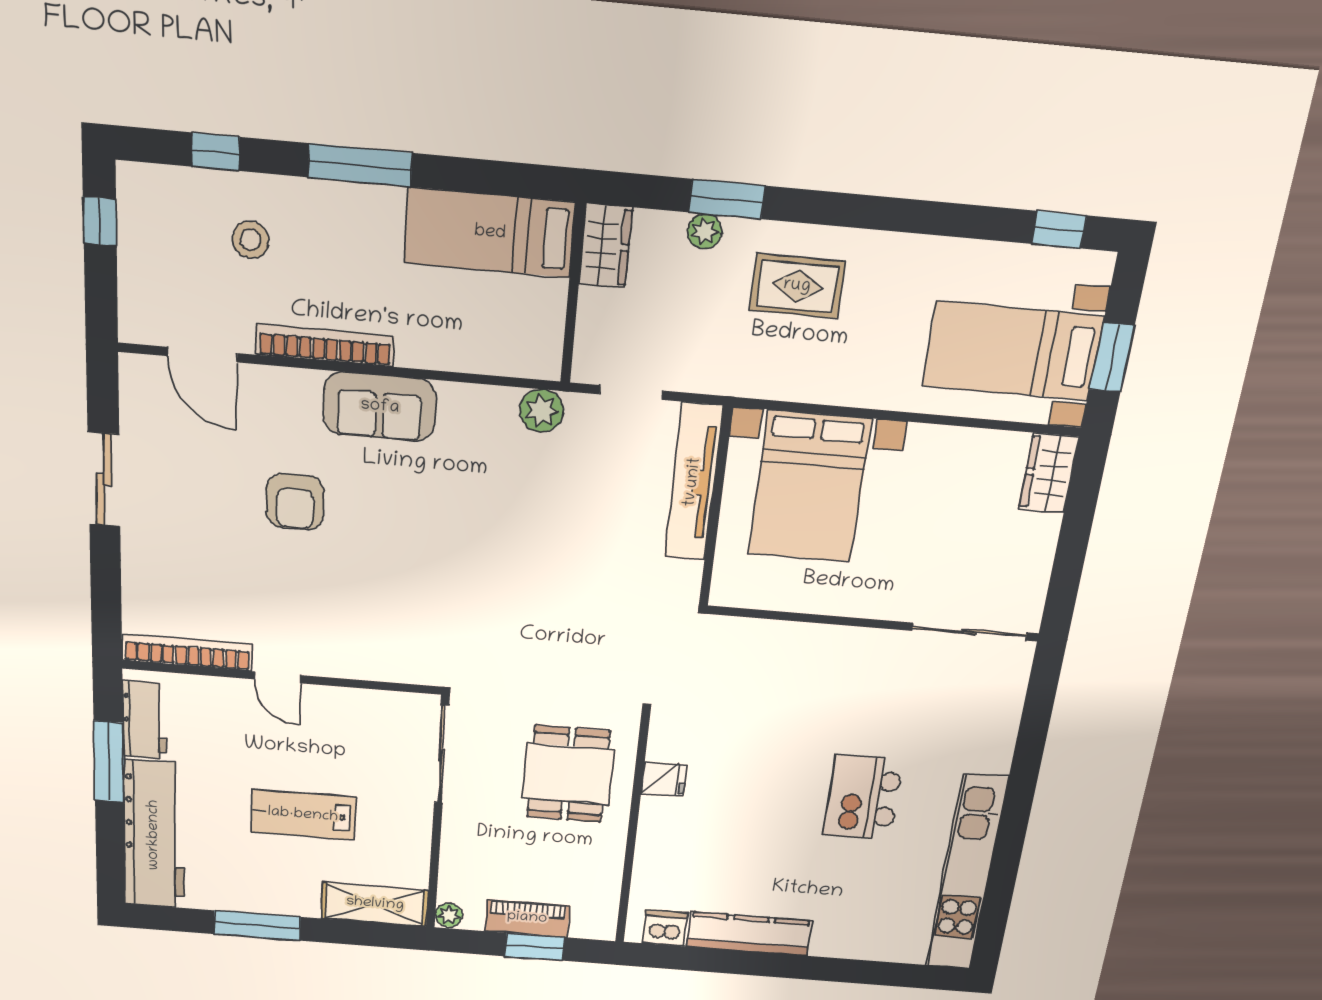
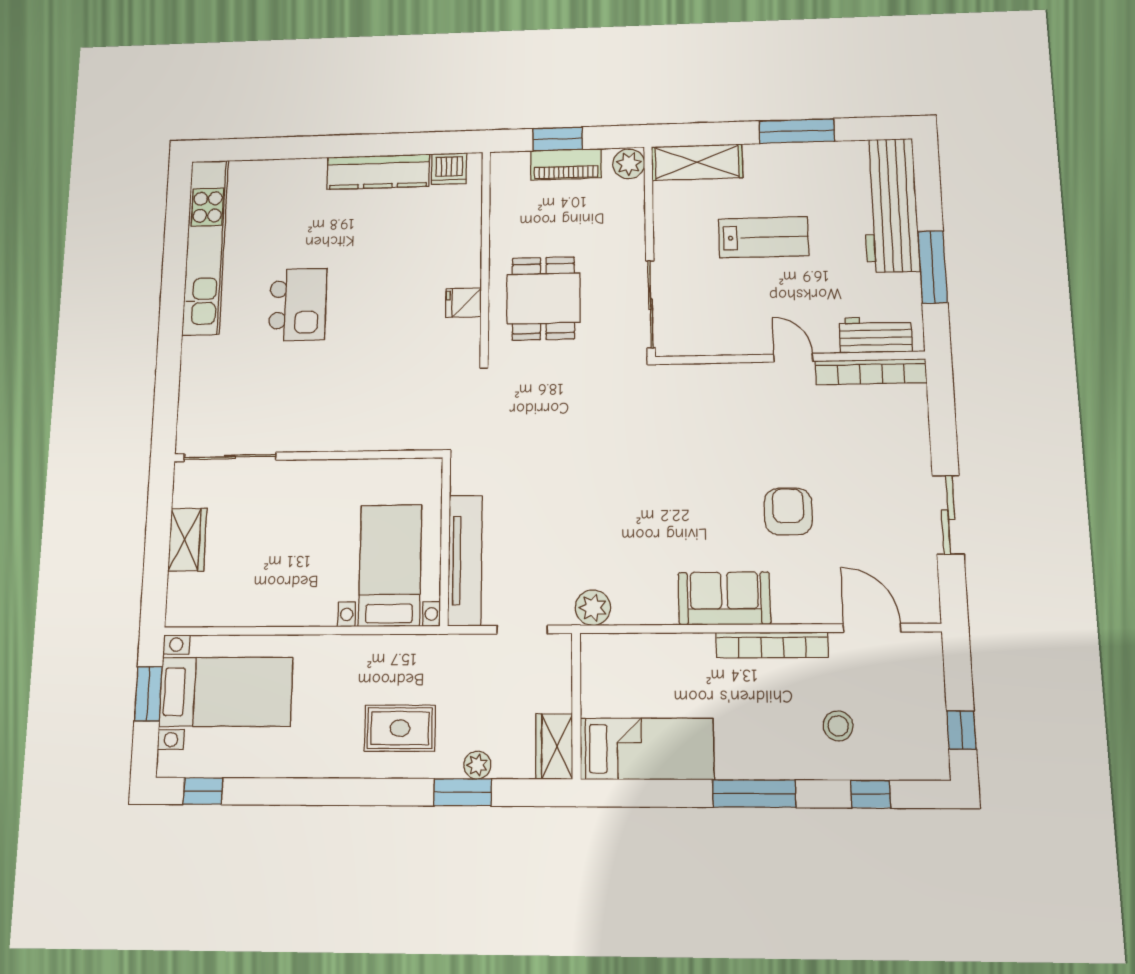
wardrobe: (1049, 473) -> (187, 540), moved
bed with nightstands: (810, 487) -> (390, 565), width x0.73
workbench: (144, 720) -> (876, 335), moved, turned 90
plant: (449, 915) -> (629, 164), width x1.38, depth x1.38

